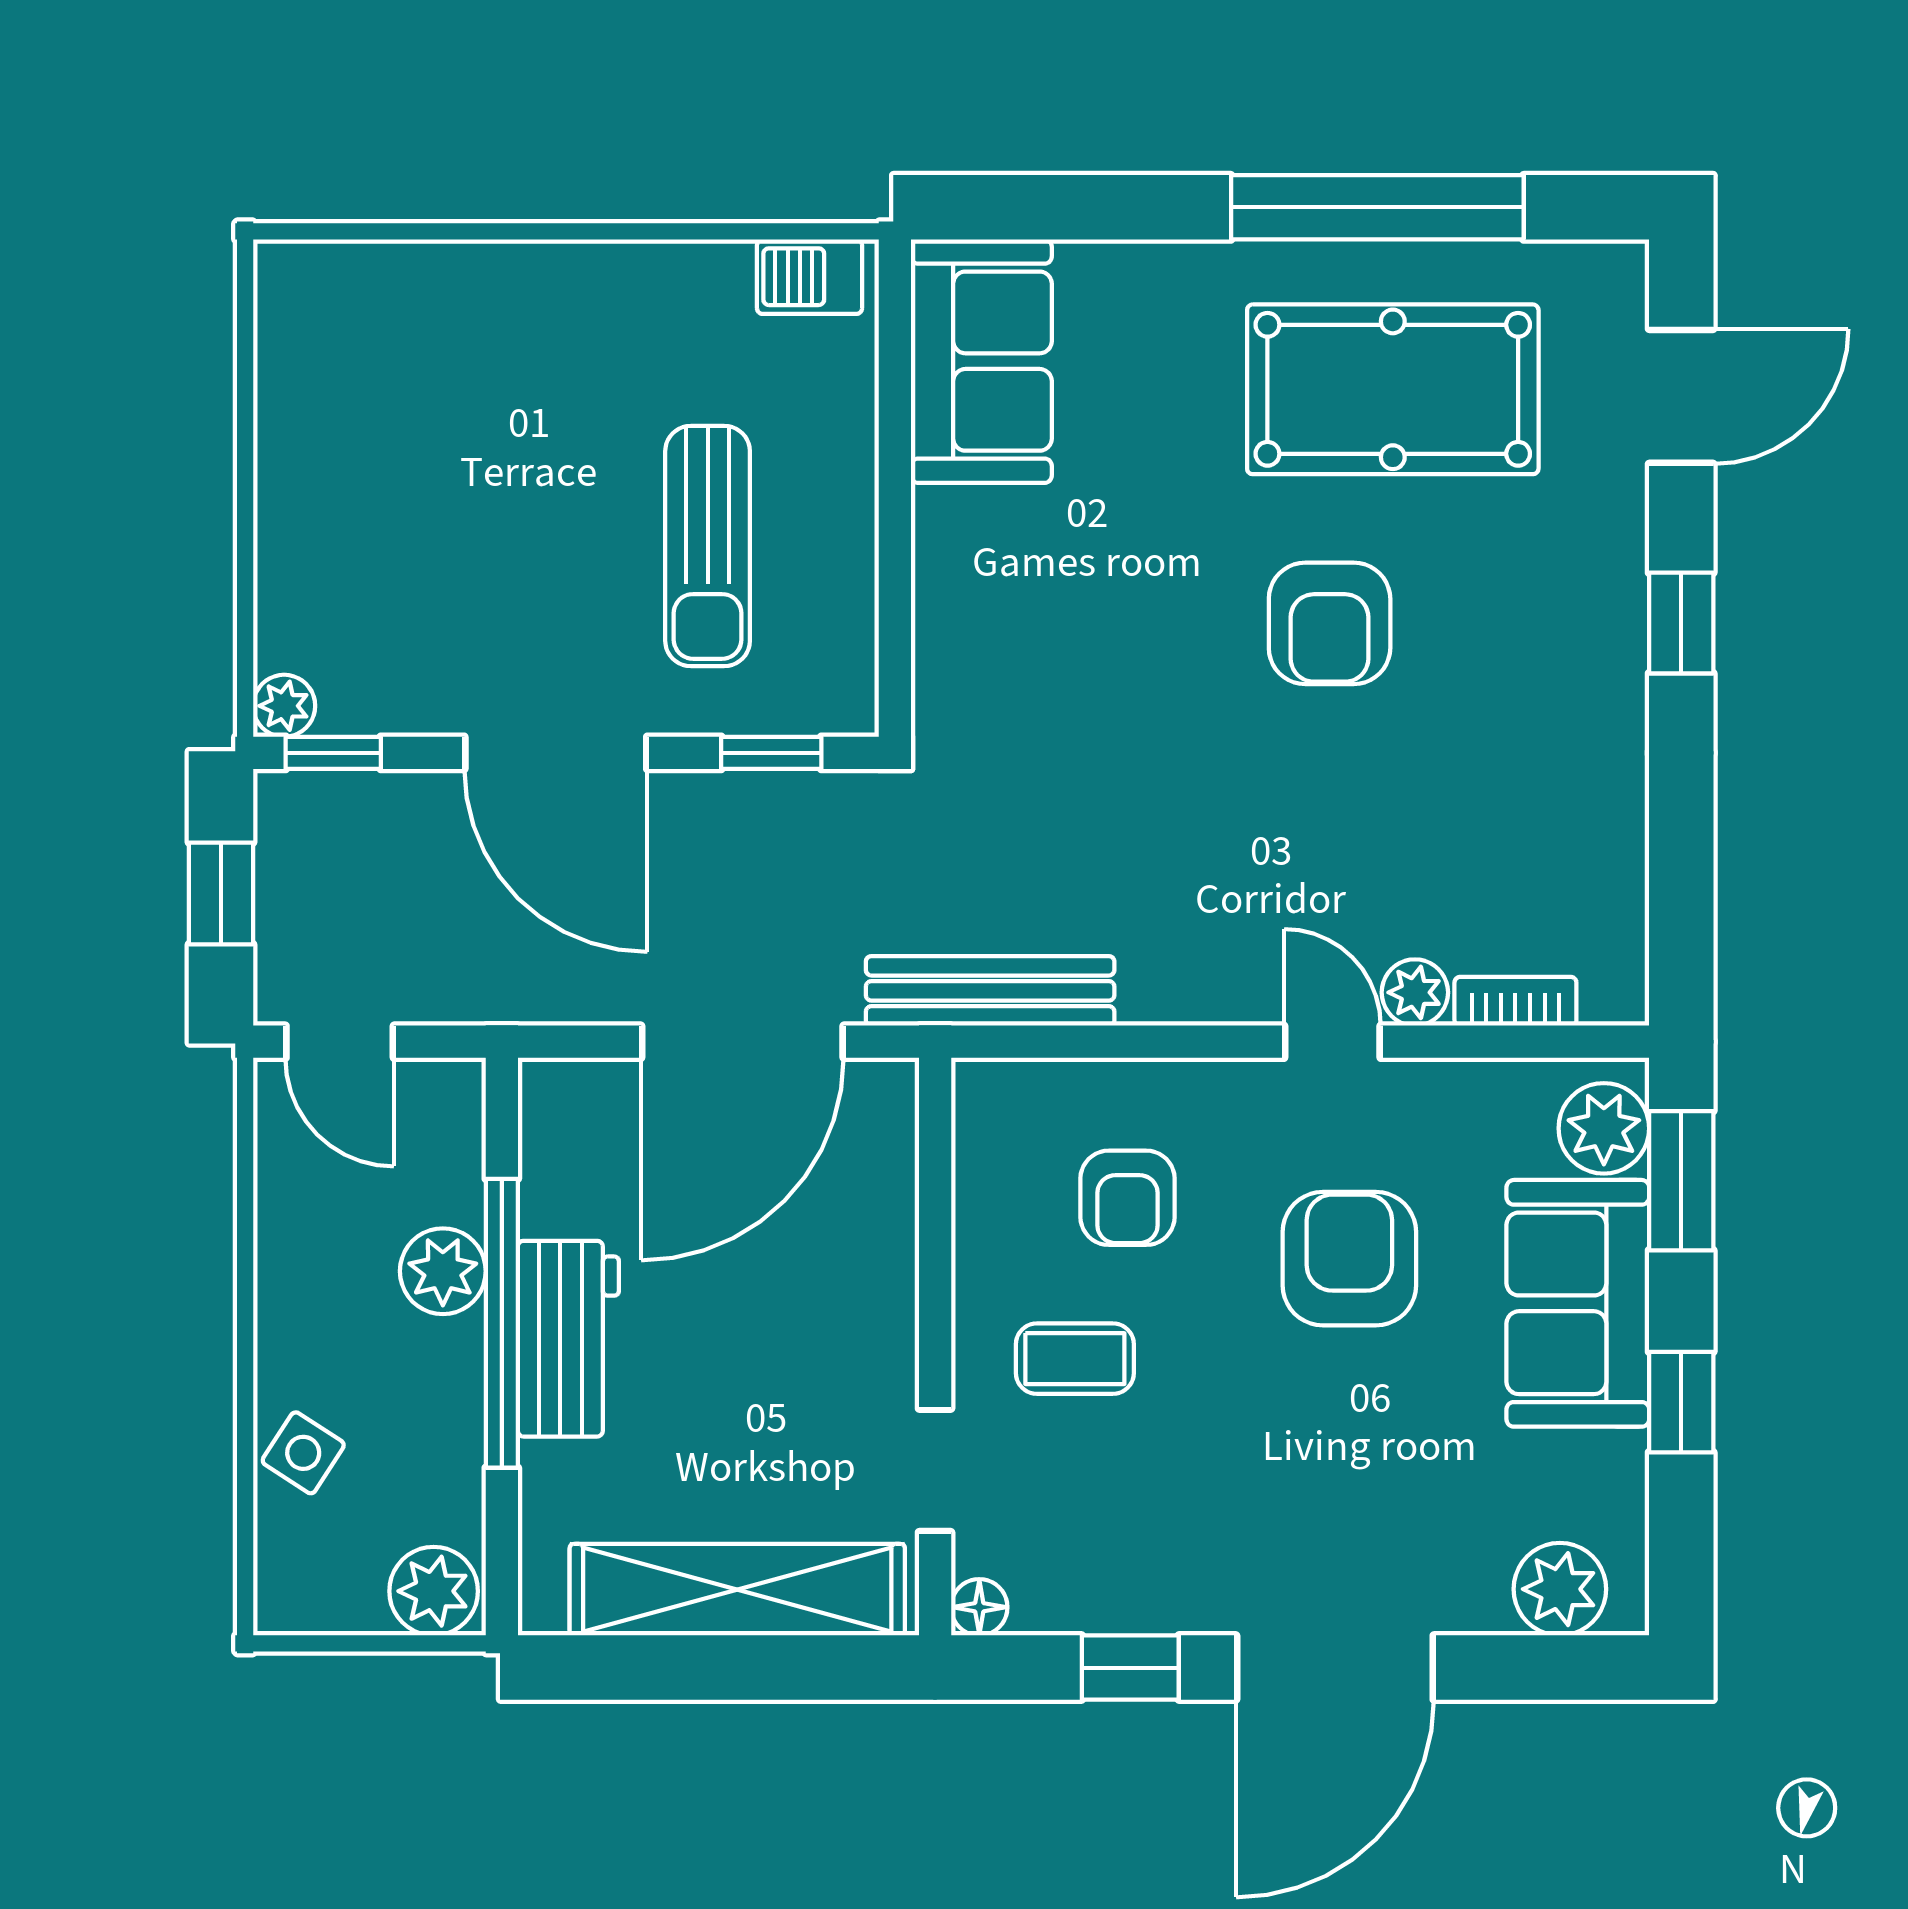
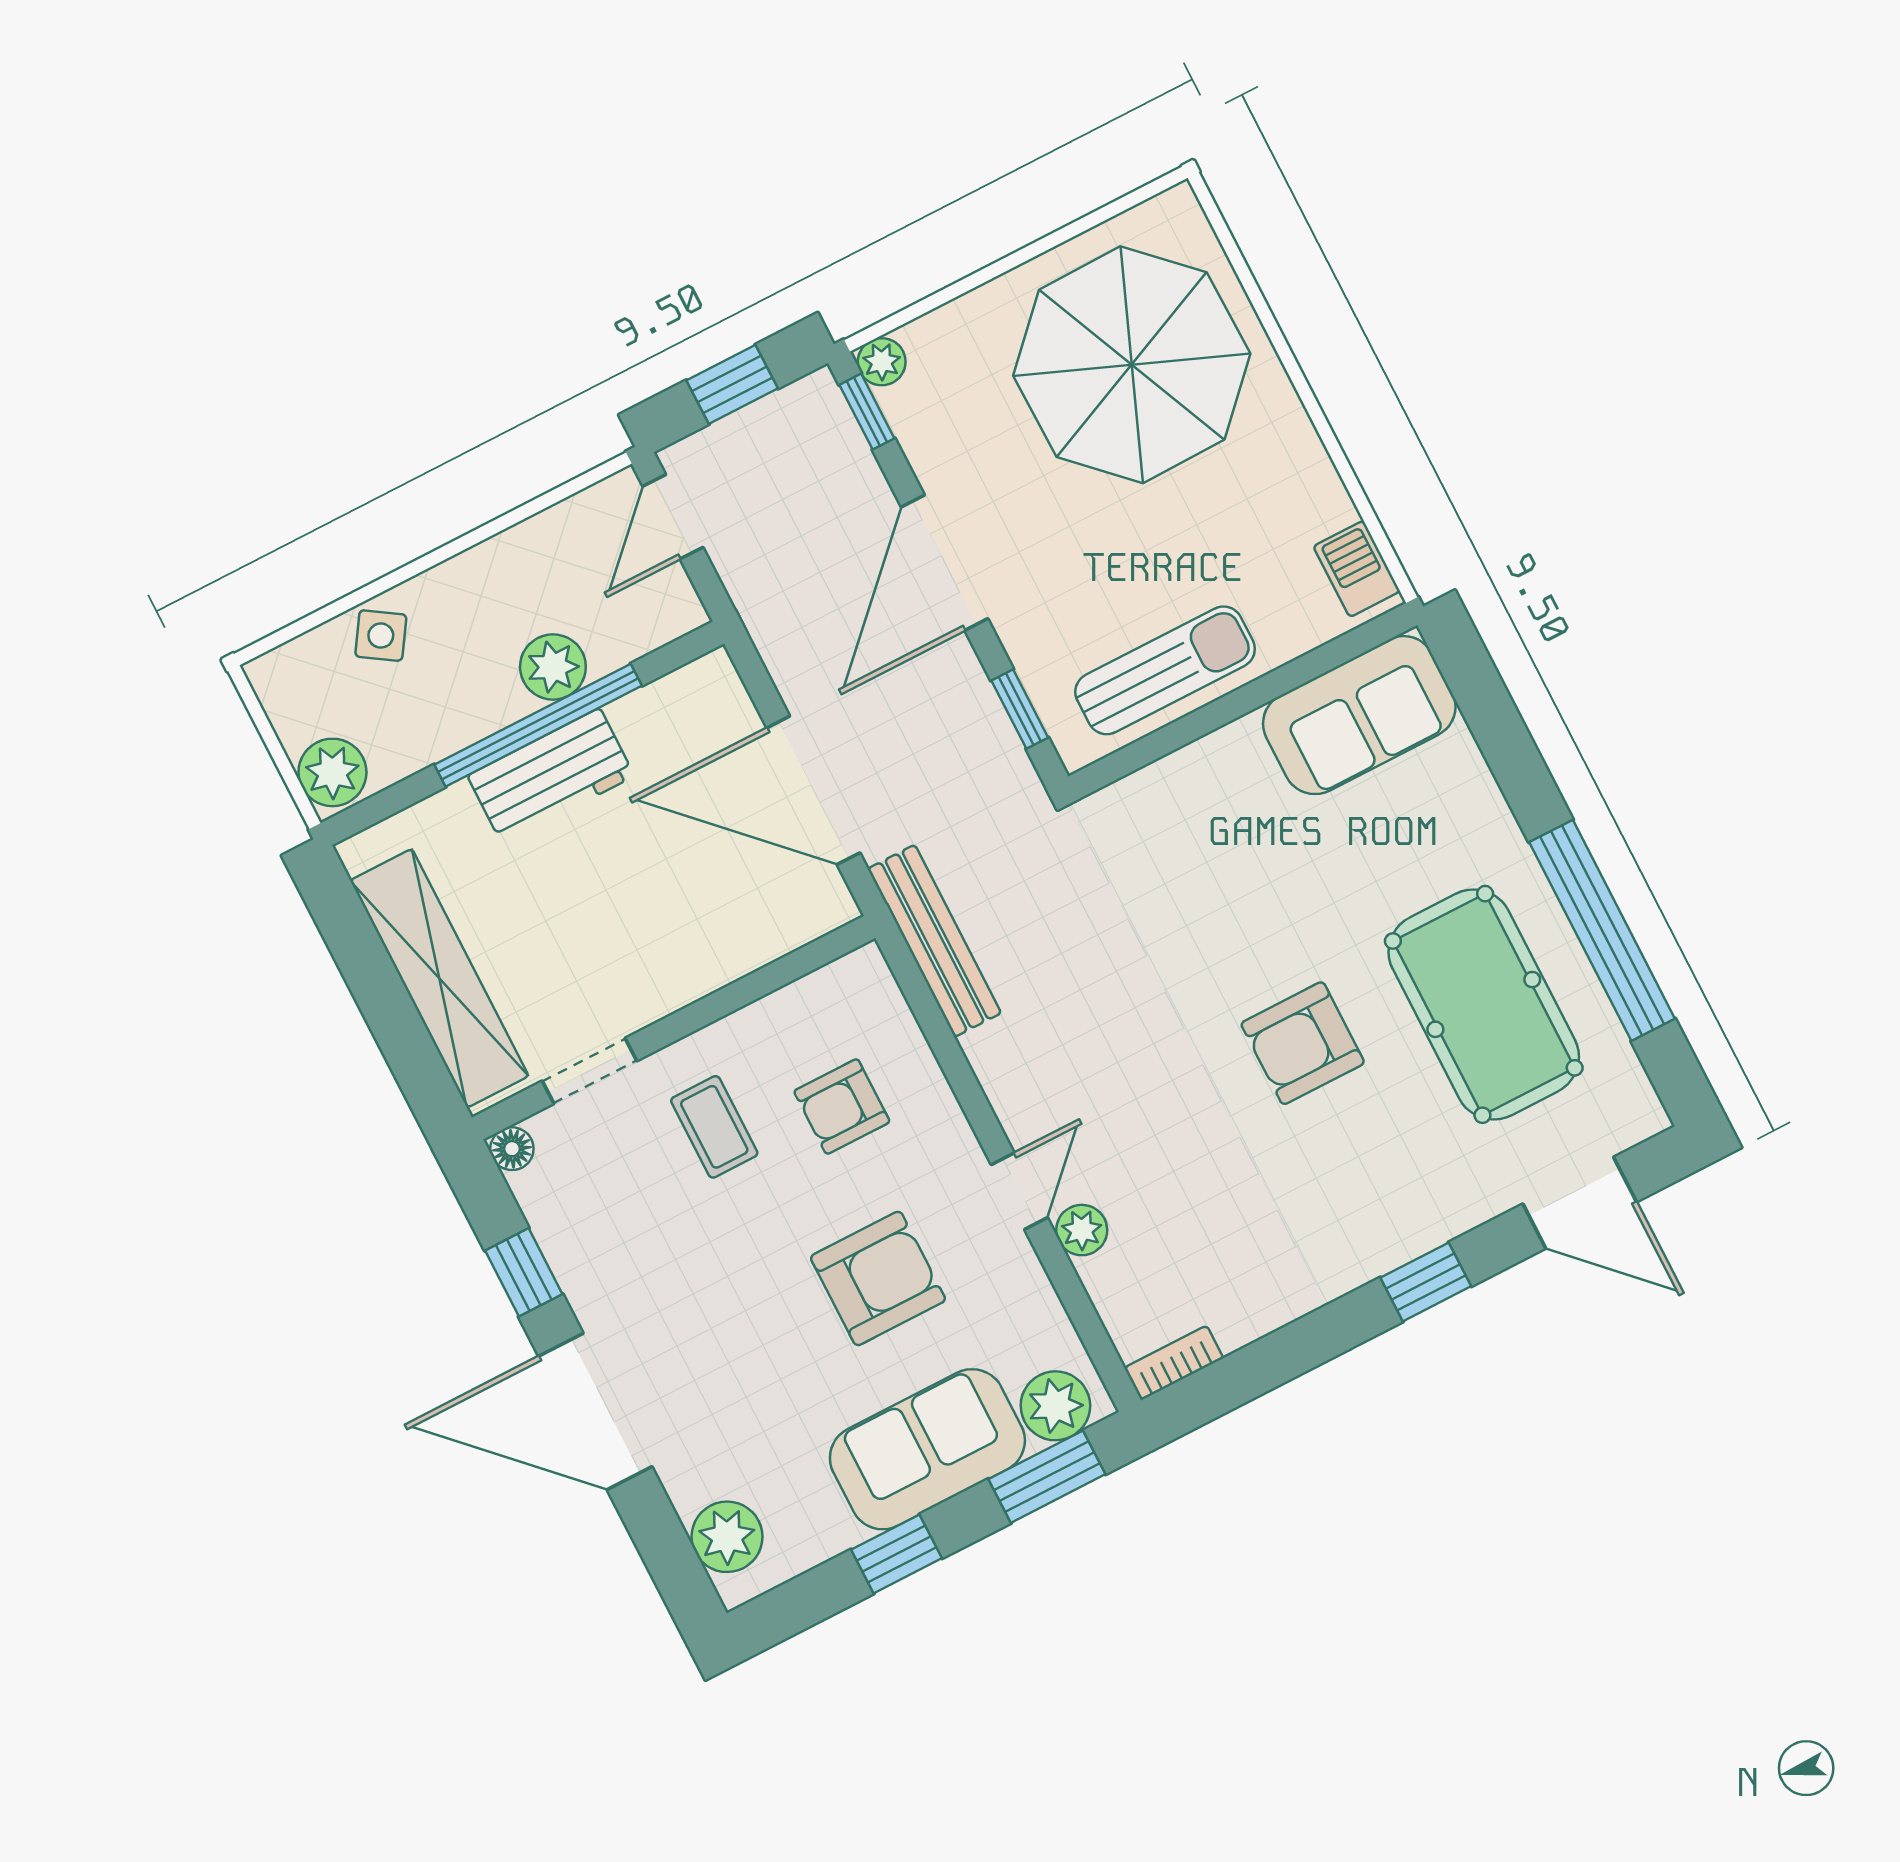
parasol: (437, 416) -> (1132, 365), added
sun lounger: (708, 546) -> (1165, 670), moved, turned 180
bookcase: (1515, 1001) -> (1174, 1363), moved, turned -90

